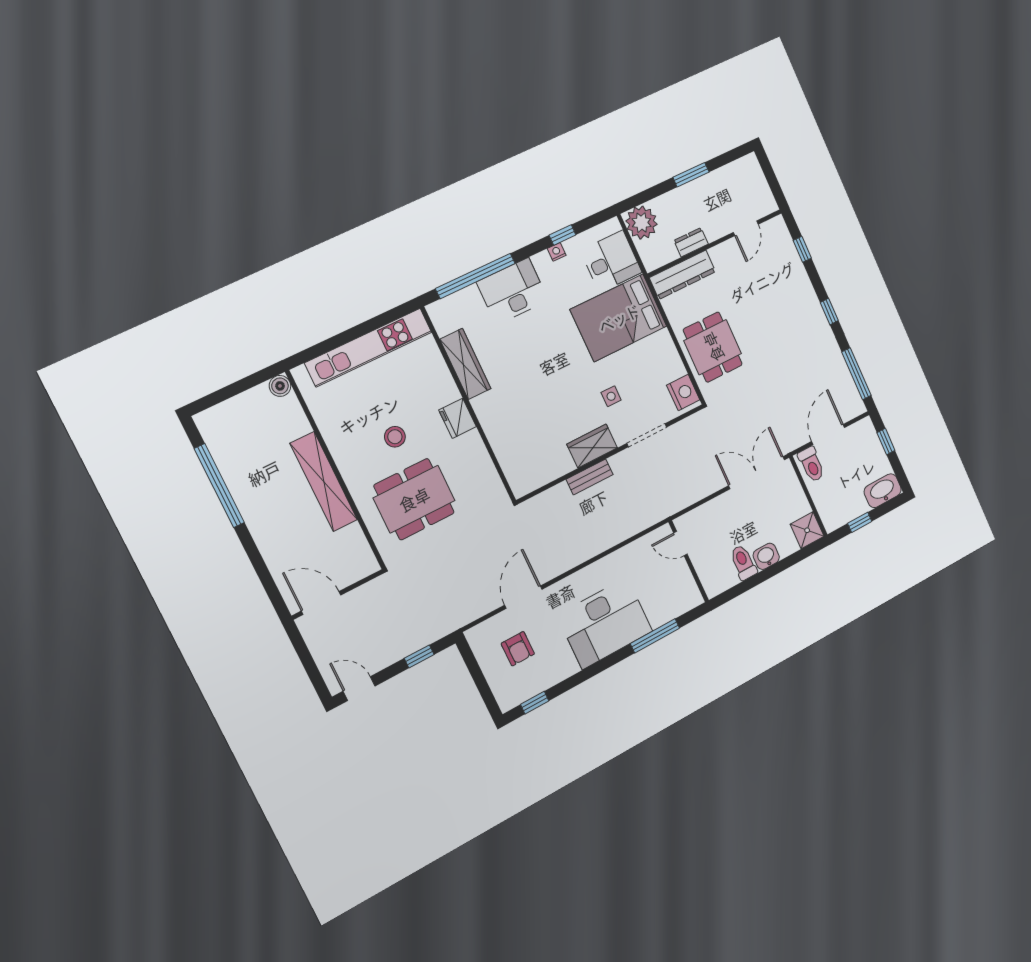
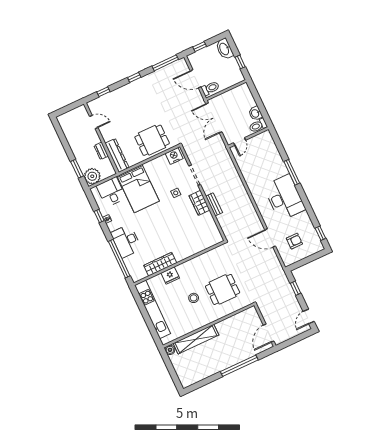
window: (691, 175) -> (77, 169), moved
fridge: (457, 418) -> (170, 275), moved
shelving: (324, 482) -> (196, 339), moved
window: (219, 486) -> (239, 366), moved
dining table: (414, 499) -> (223, 289), width x0.73
shower: (807, 530) -> (243, 91), removed
door: (680, 544) -> (240, 141), moved
wall: (689, 561) -> (248, 137), moved

